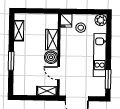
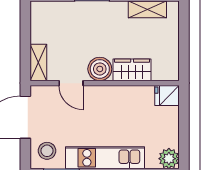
stool: (81, 28) -> (47, 151), moved
door: (58, 73) -> (71, 83), swing flipped

